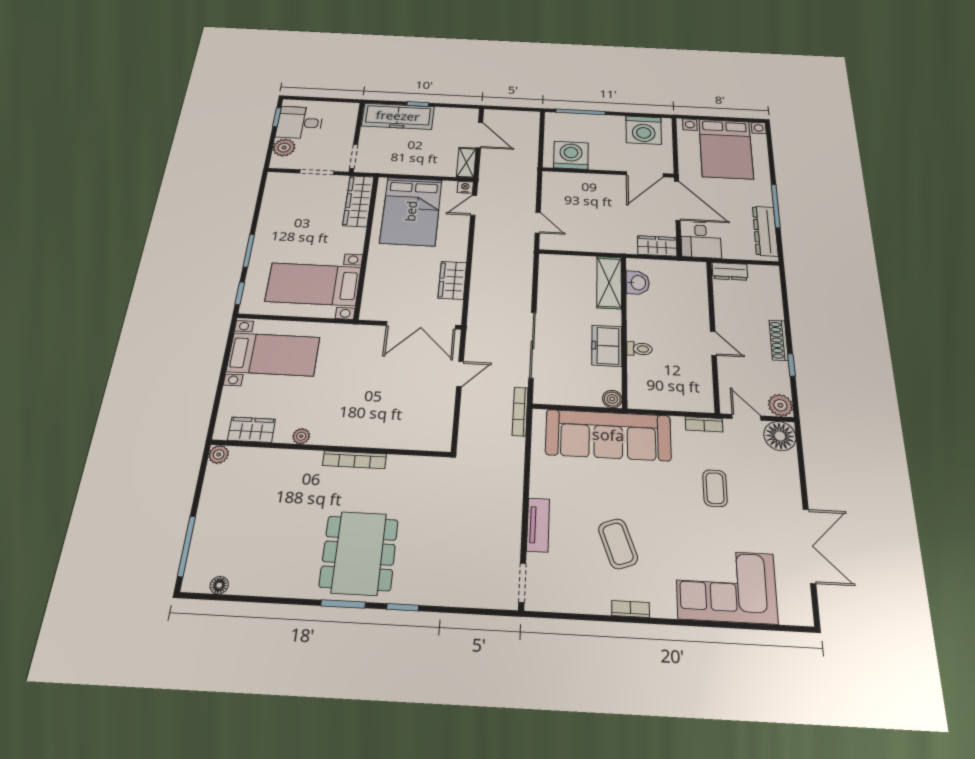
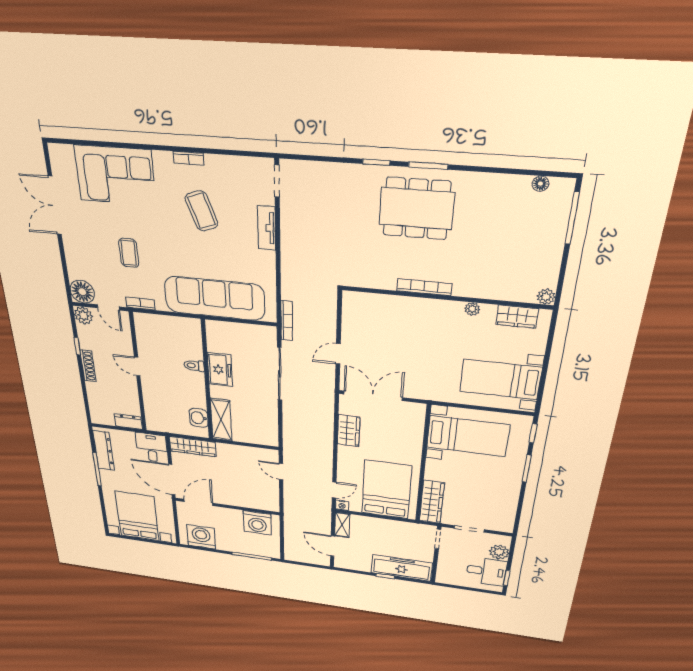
wardrobe: (657, 246) -> (193, 447), width x1.50
boiler: (612, 399) -> (213, 327), removed
dining table: (359, 553) -> (417, 209), turned 90

